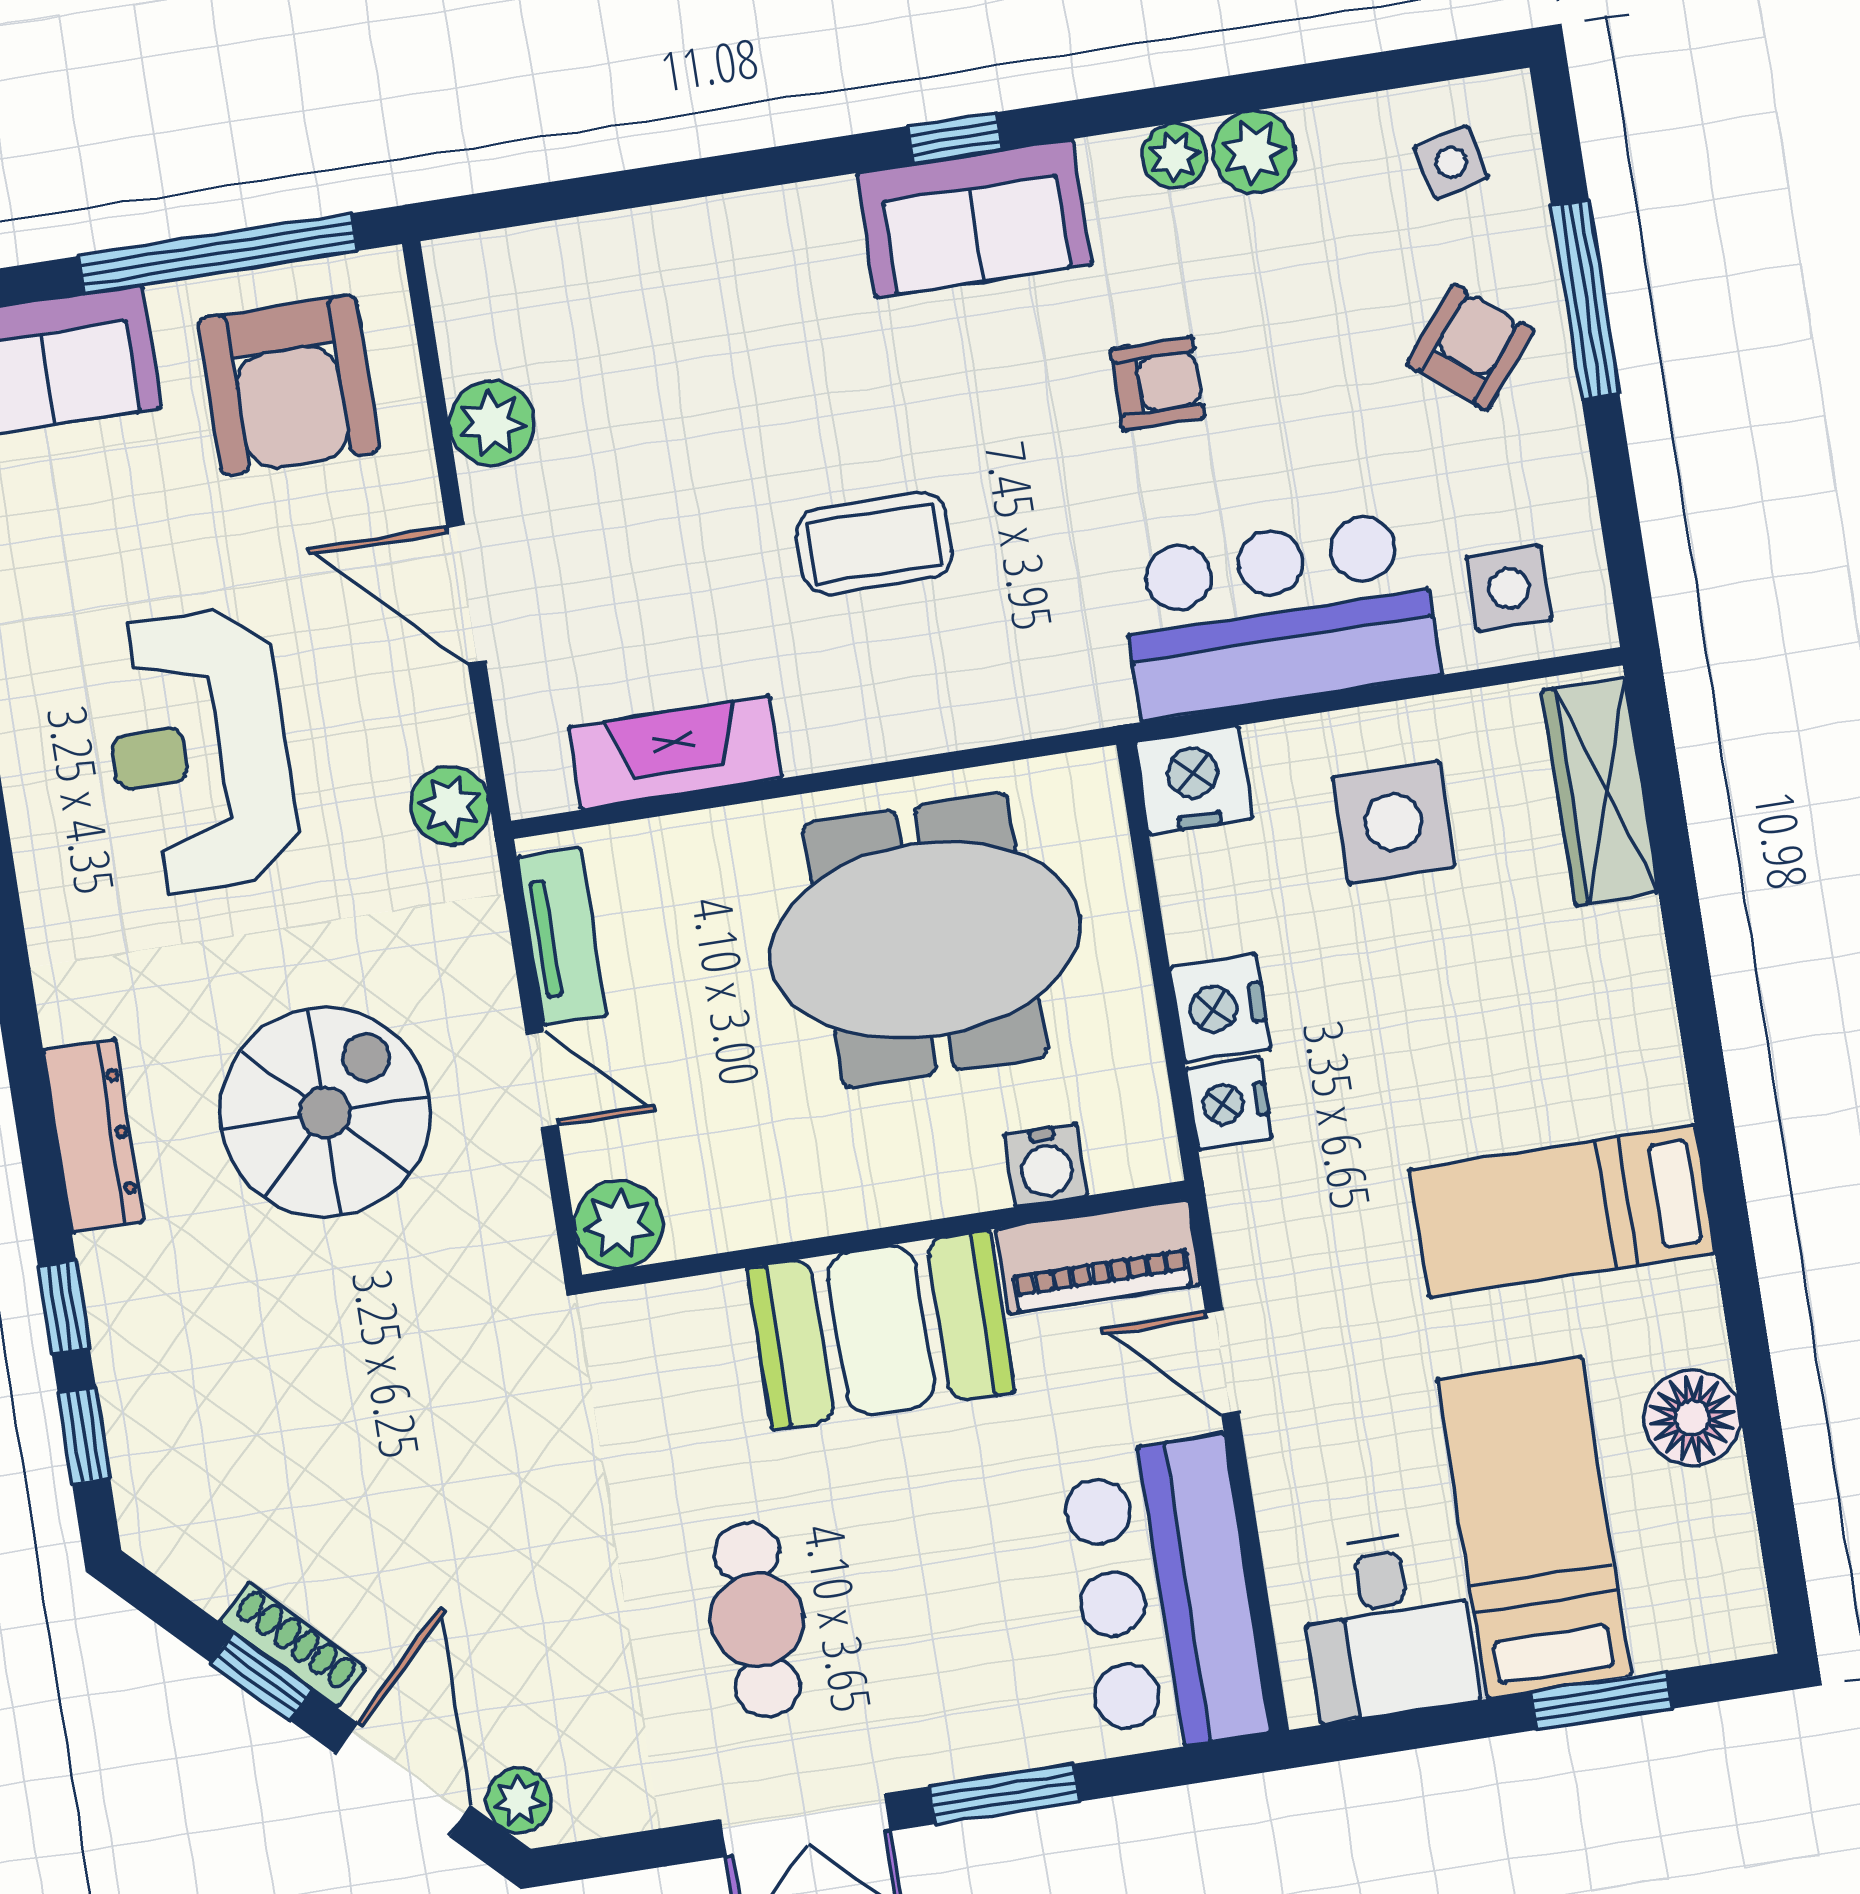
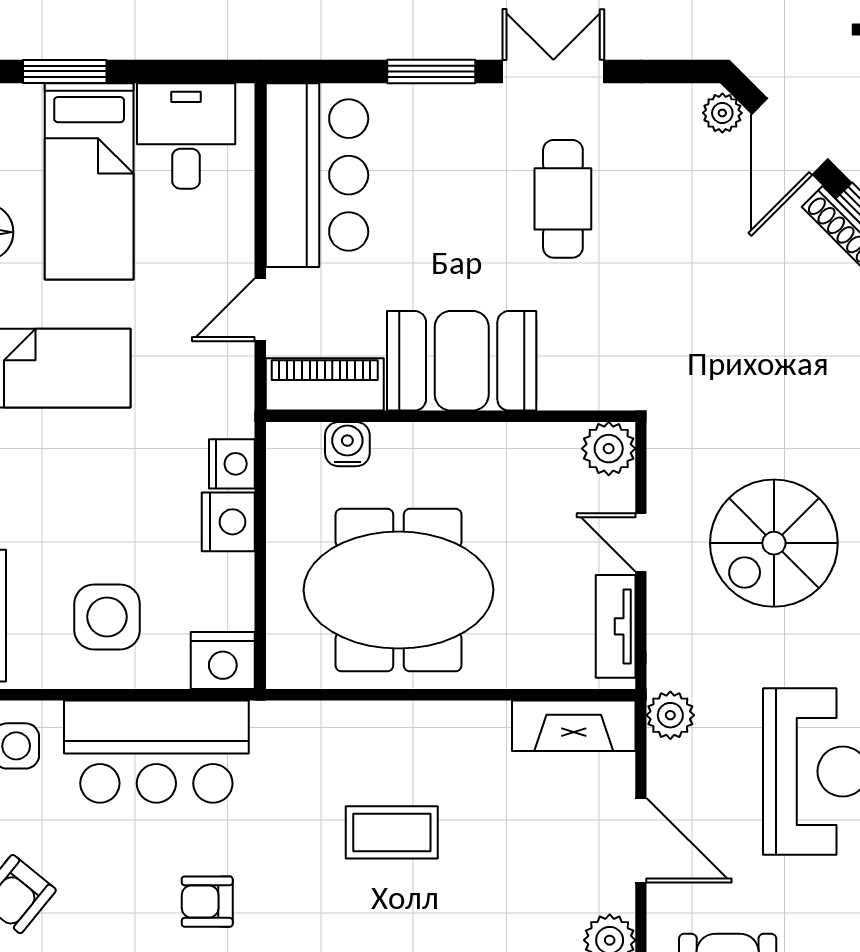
fireplace: (675, 753) -> (574, 726), moved
door: (1222, 1362) -> (260, 310), swing flipped

